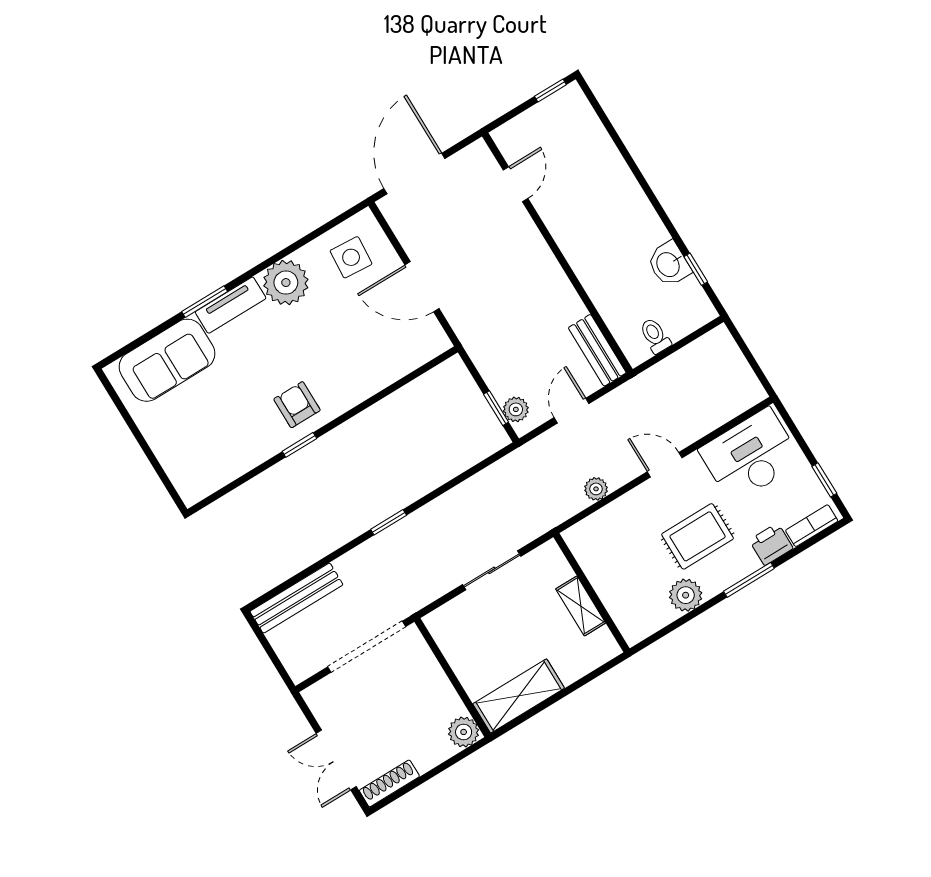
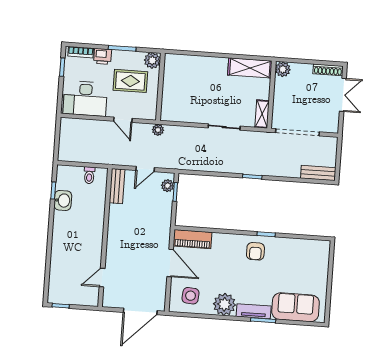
piano: (413, 352) -> (193, 239), added
wall: (591, 593) -> (160, 87), moved
bench: (296, 598) -> (318, 173), width x0.73
shelving: (581, 606) -> (262, 114), moved

